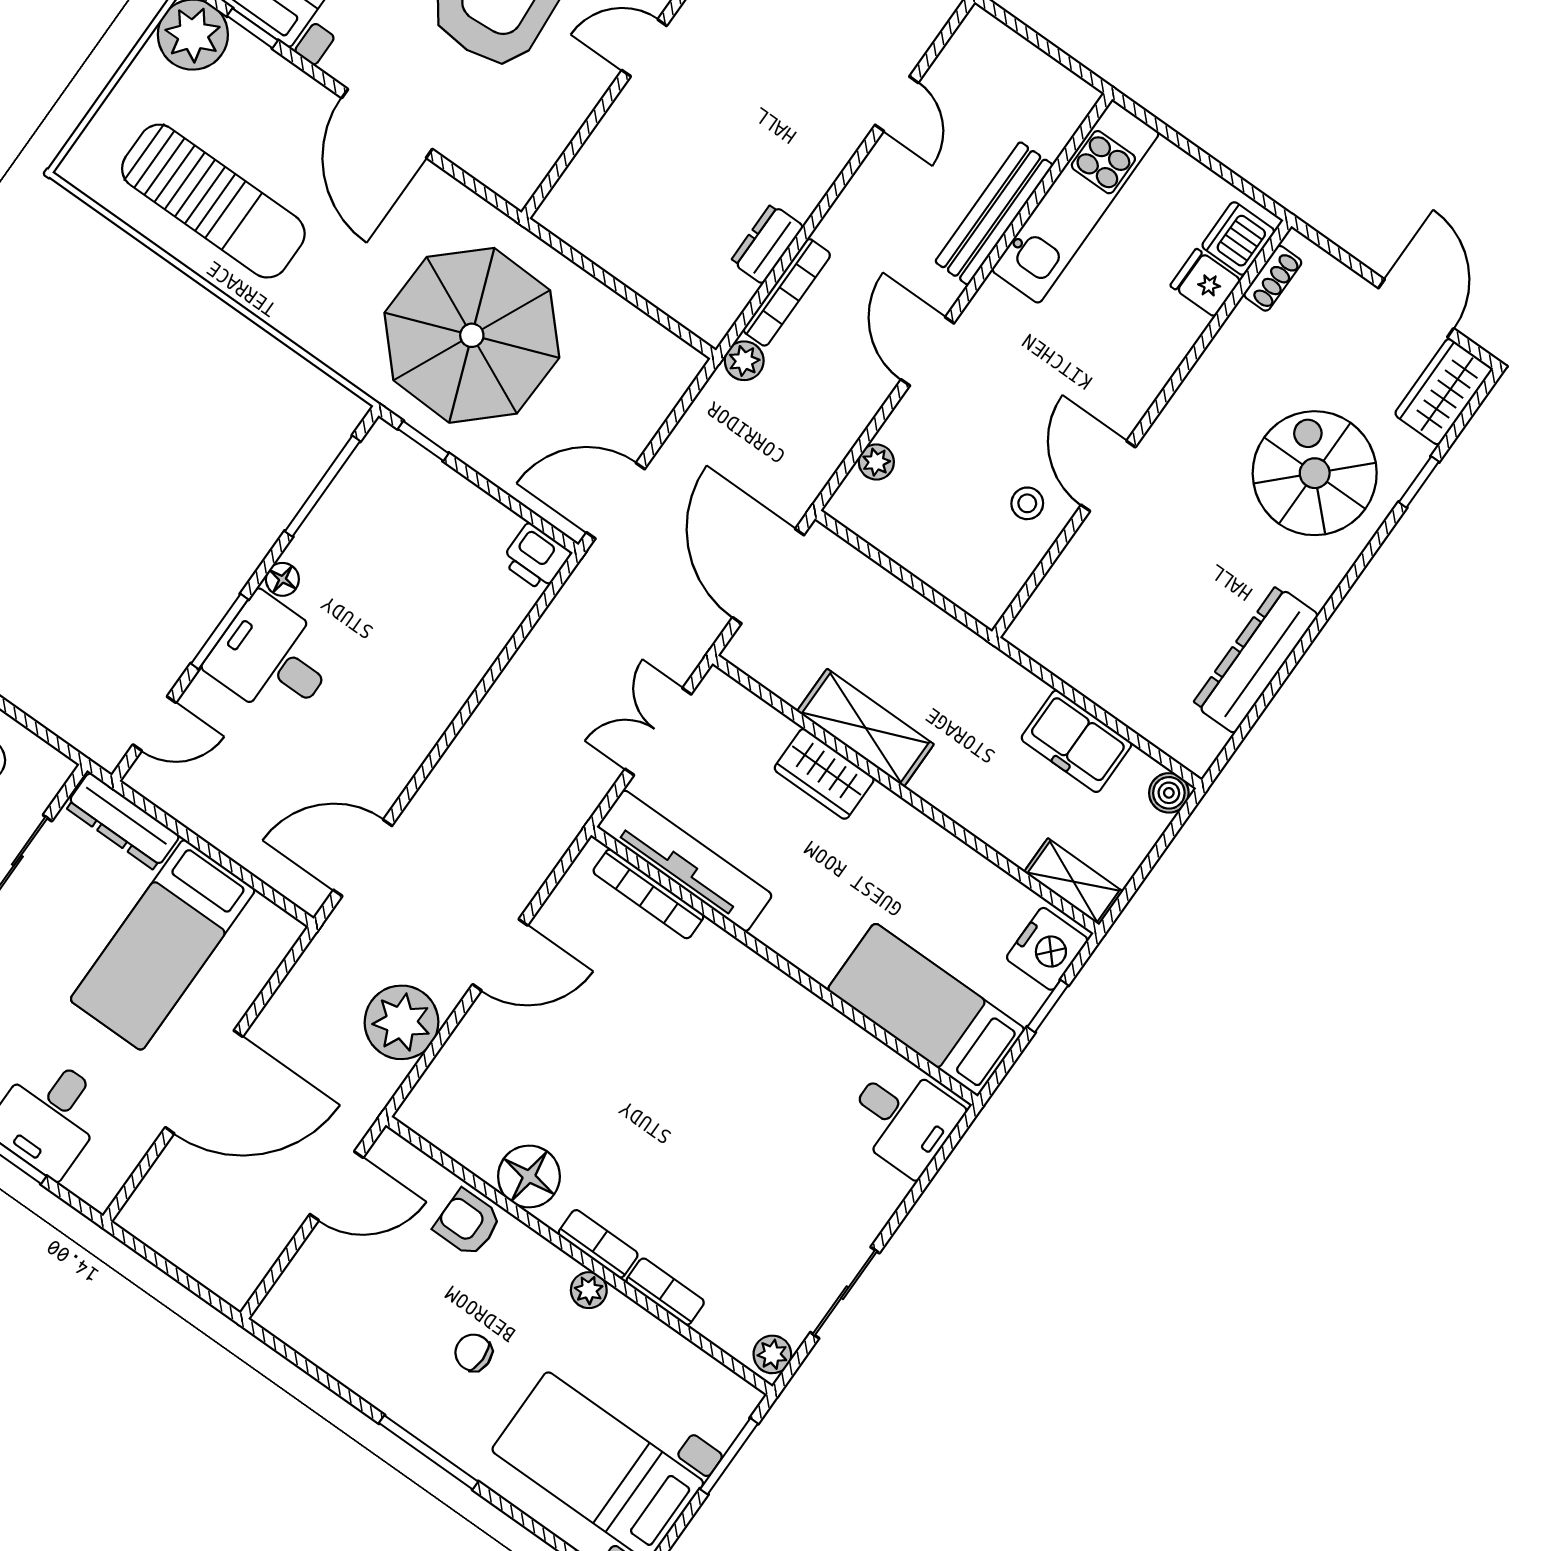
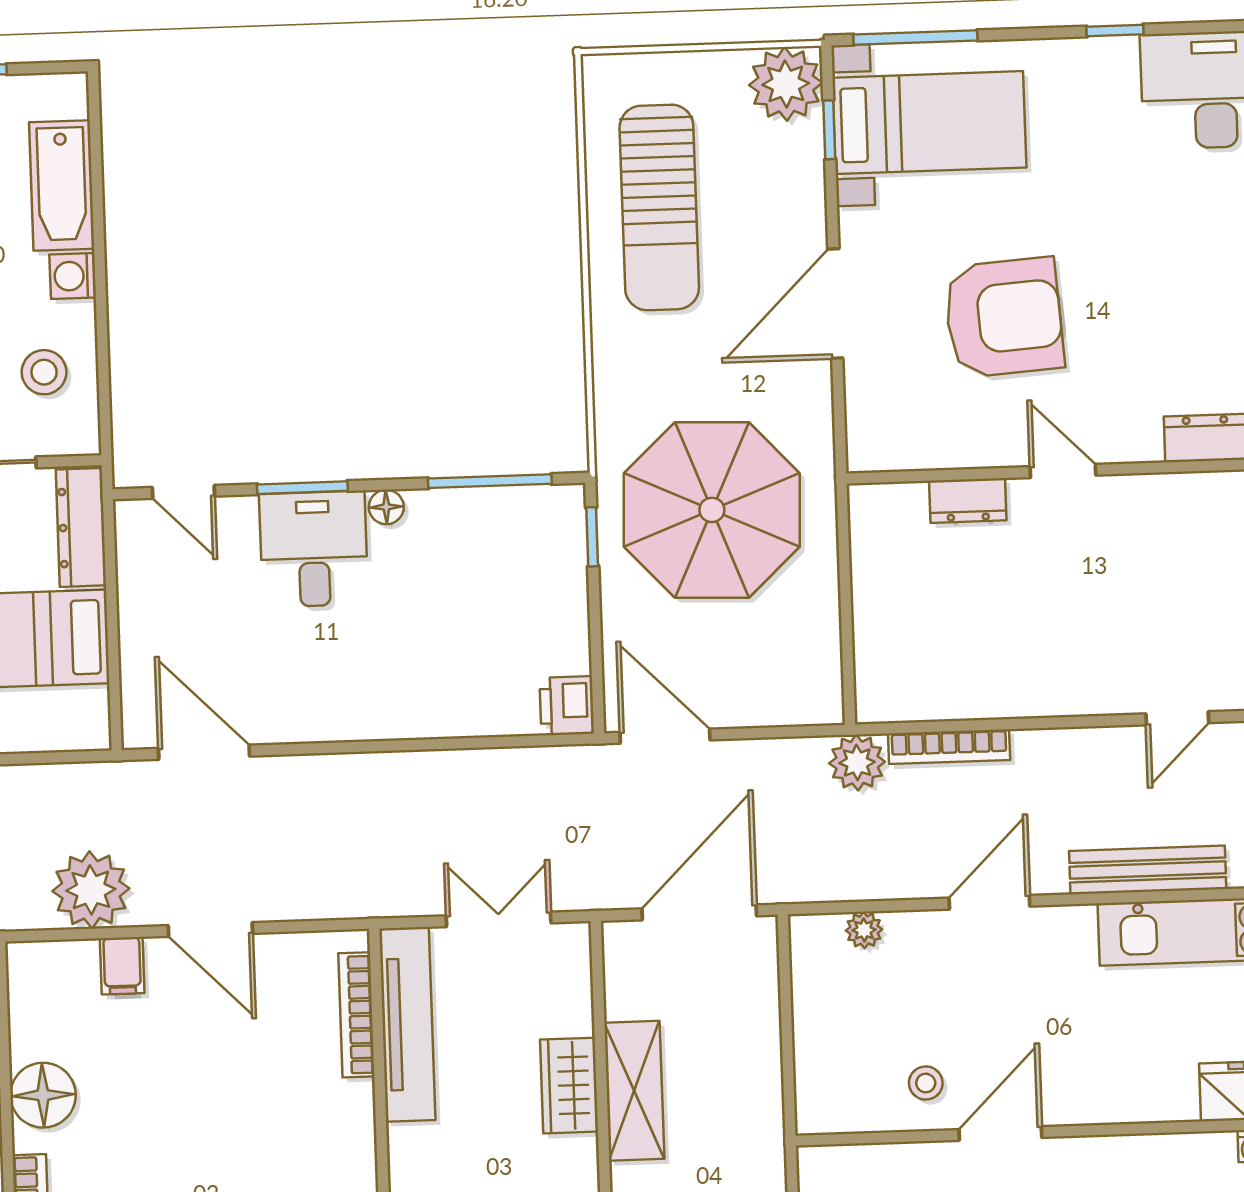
dresser: (767, 244) -> (968, 501), moved, turned 180
plant: (744, 361) -> (857, 762), width x1.38, depth x1.38
filing cabinet: (477, 1042) -> (122, 966), added

